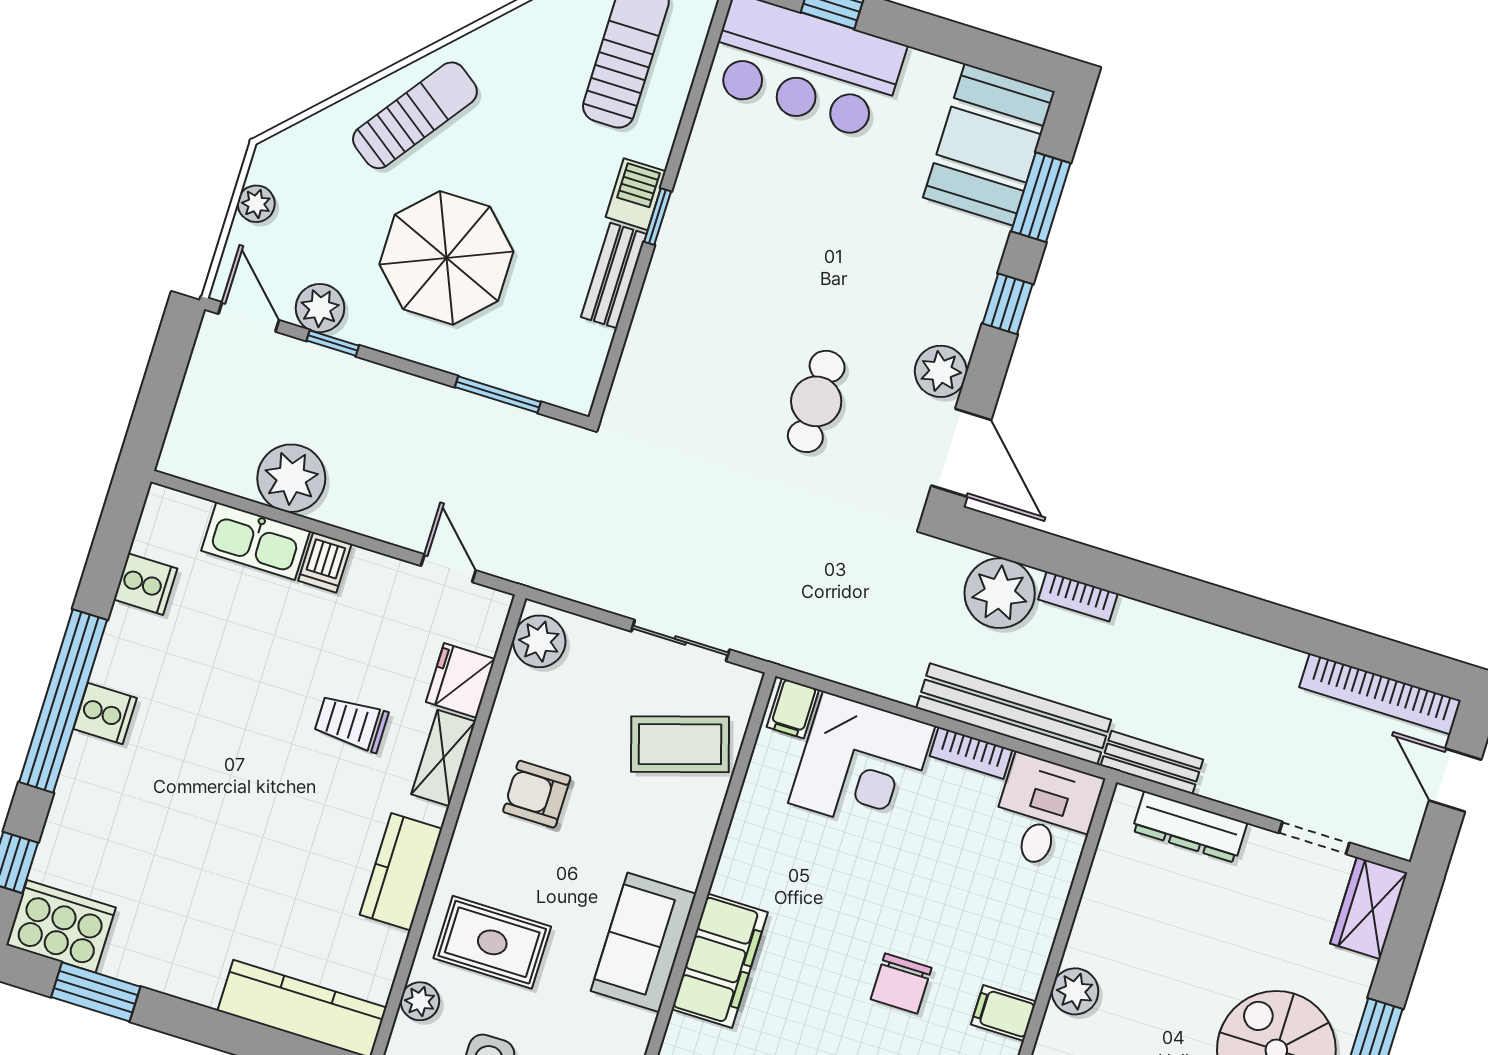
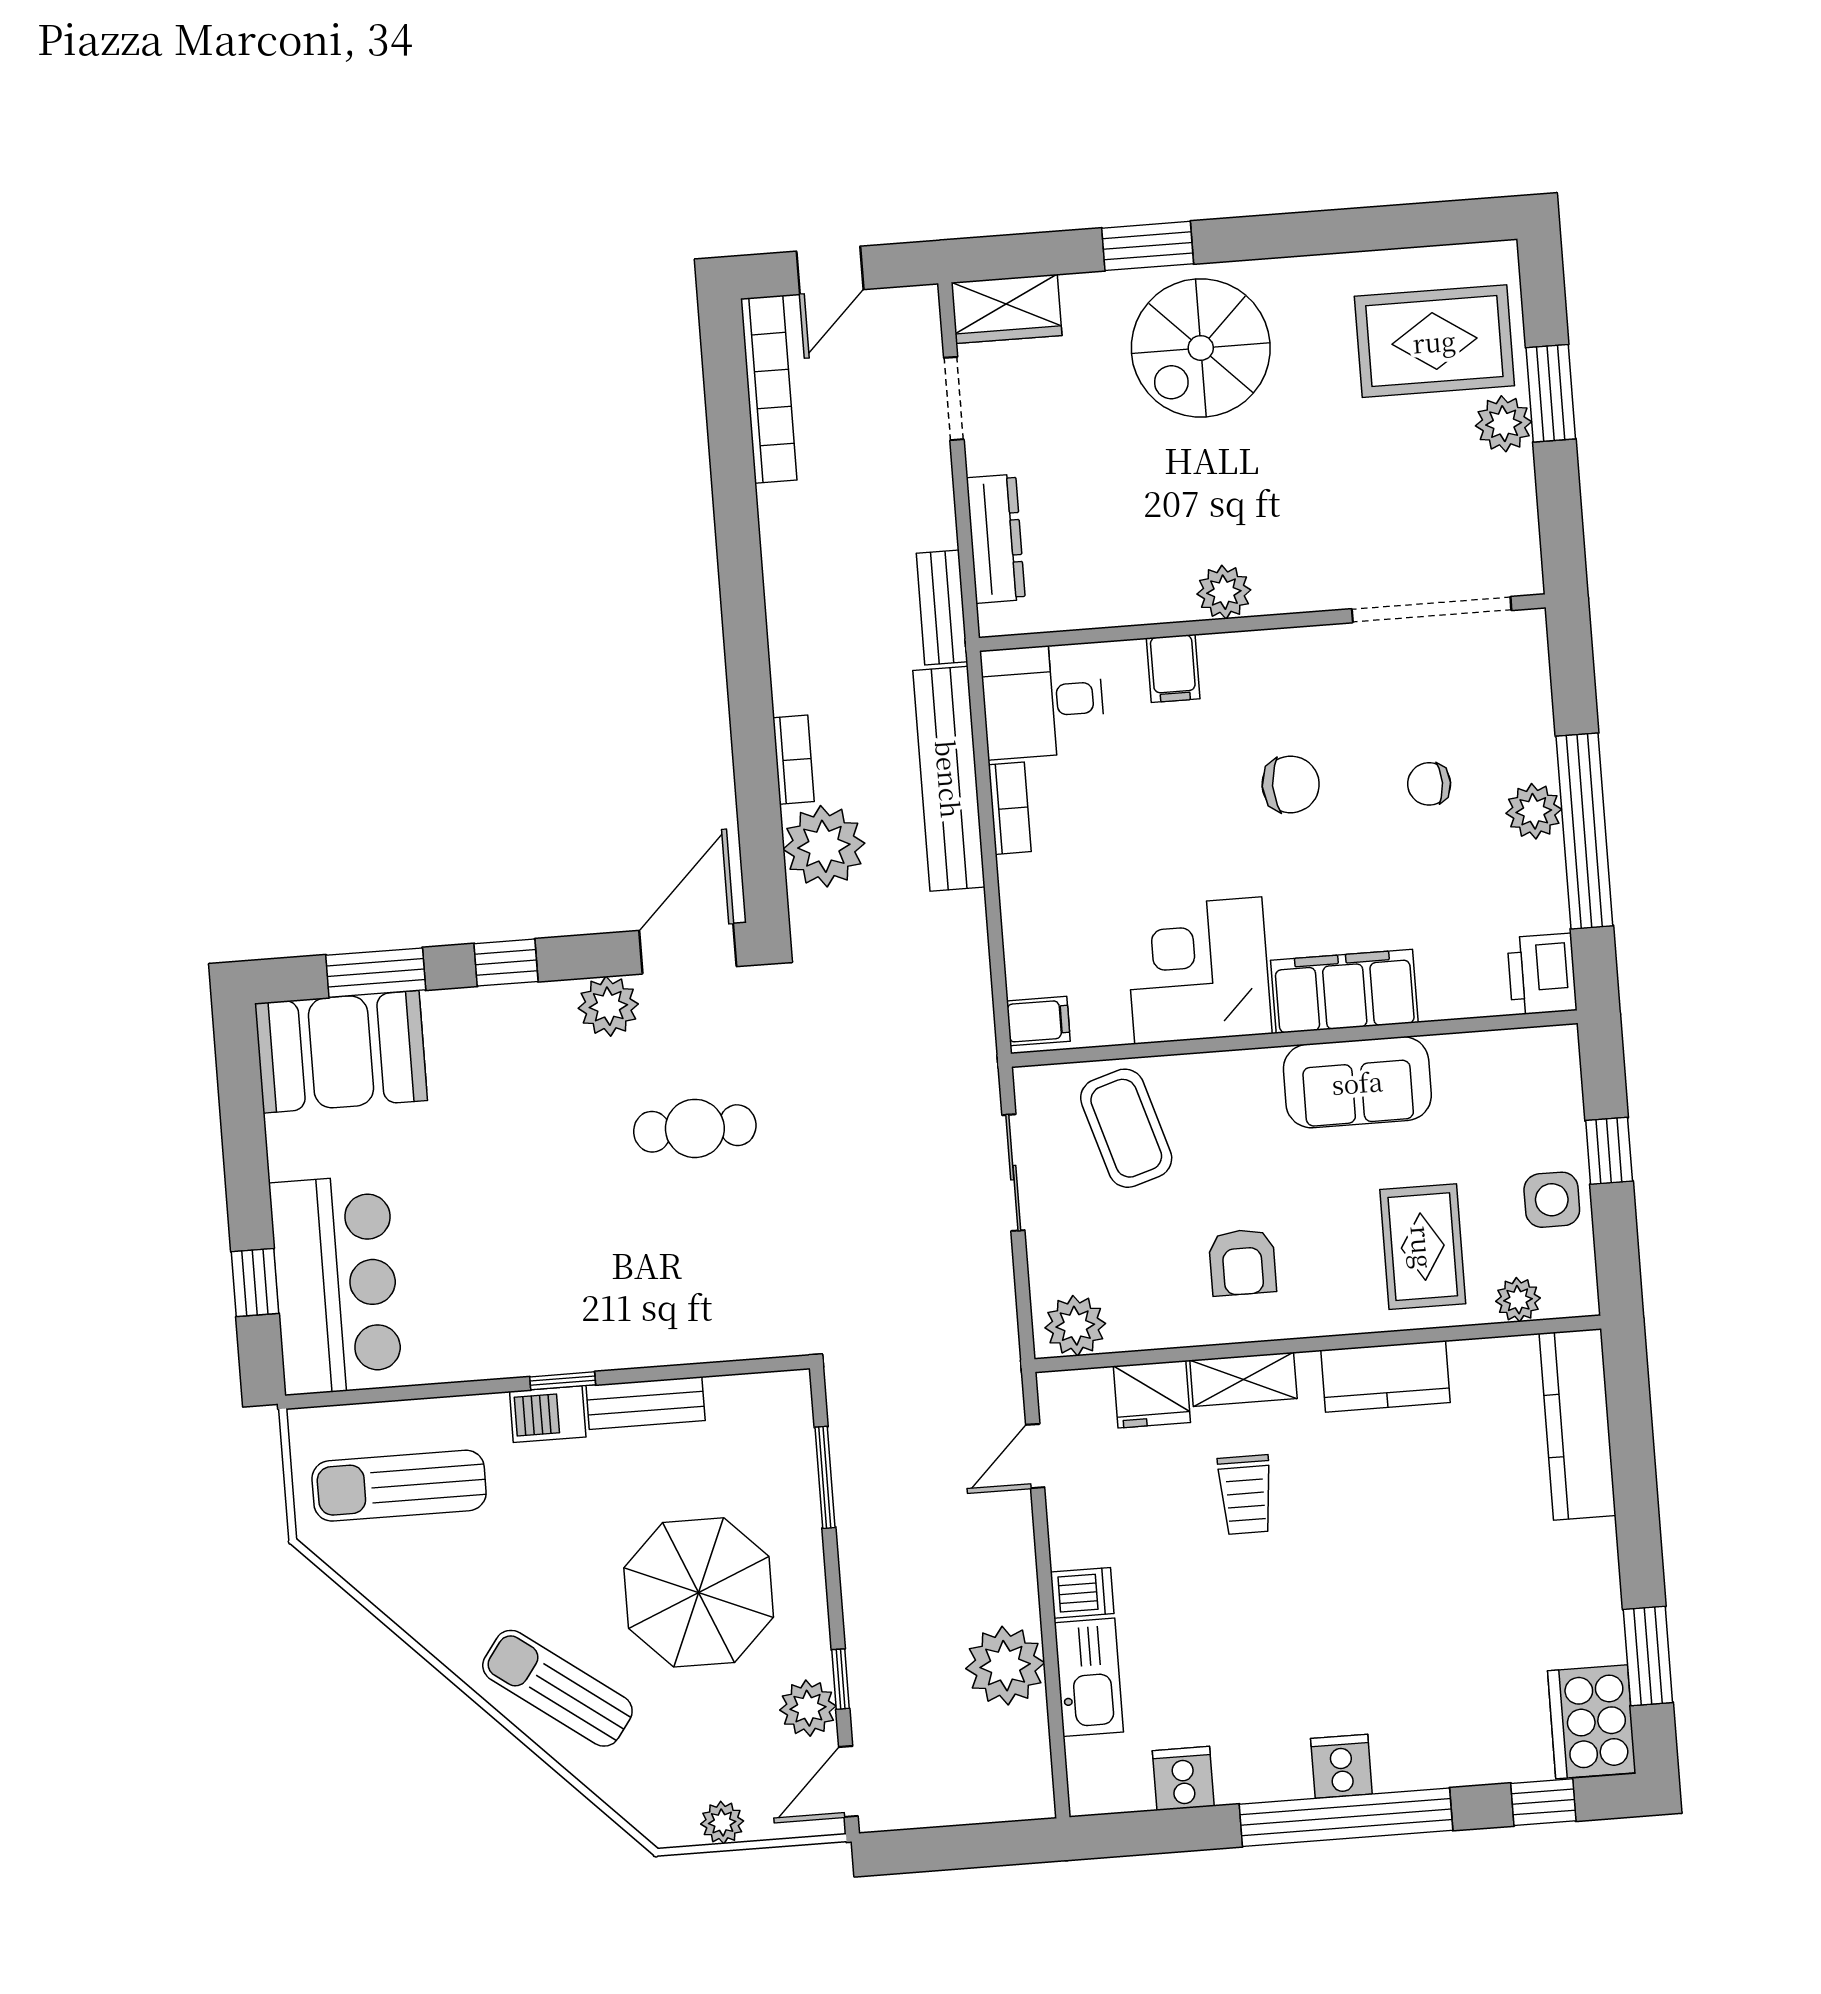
corner desk: (862, 764) -> (1198, 971), moved, turned -90
filing cabinet: (1004, 1013) -> (1173, 668), moved

